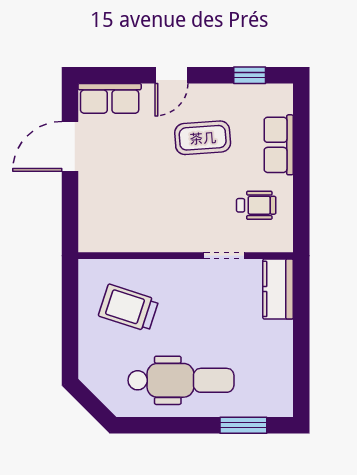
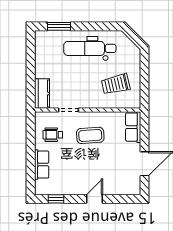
row of seats: (110, 98) -> (133, 127), moved, turned -90
coffee table: (203, 138) -> (90, 135), moved
trolley: (128, 308) -> (116, 84), turned 149

